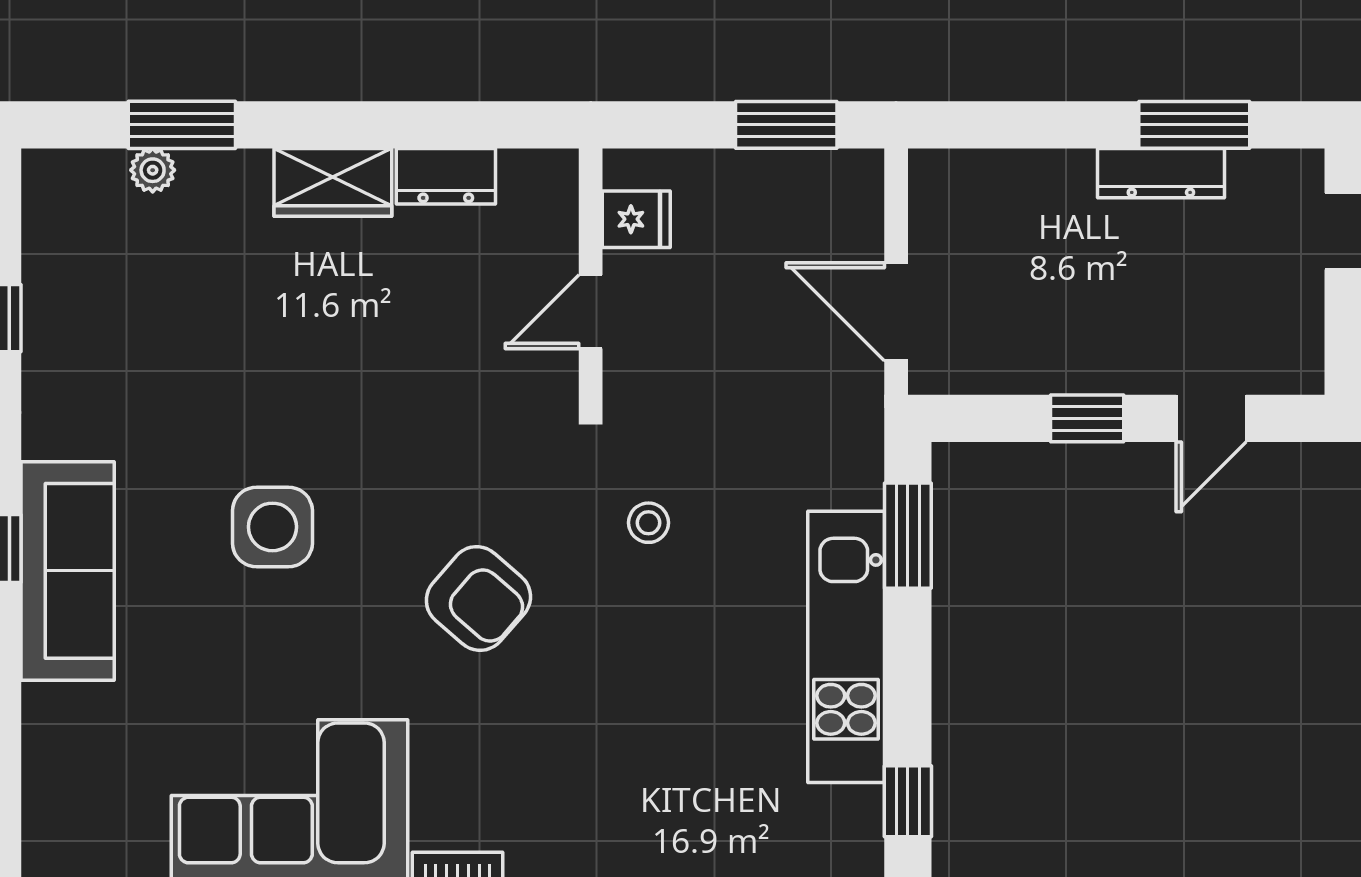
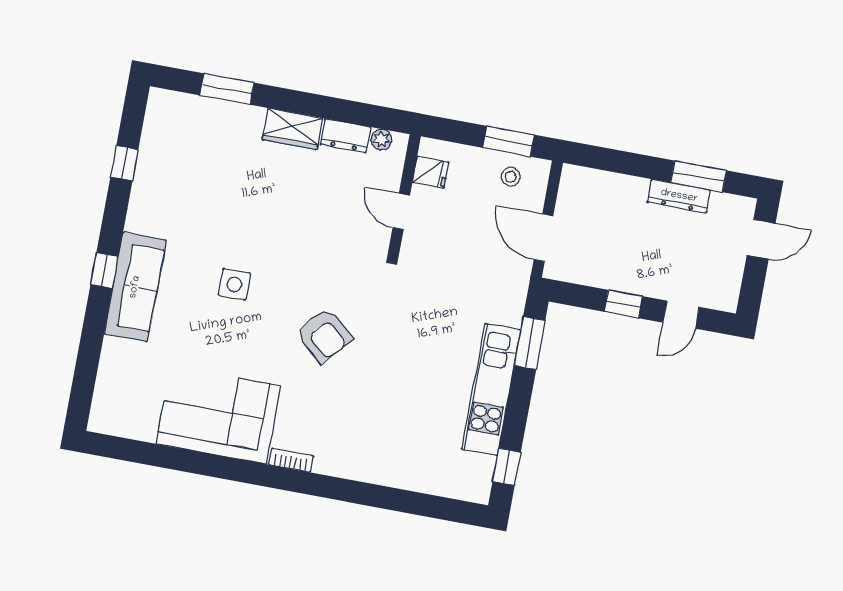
plant: (153, 170) -> (381, 140), moved
door: (591, 312) -> (401, 211), hinge flipped
stool: (648, 523) -> (511, 177), moved
side table: (272, 527) -> (234, 284), width x0.73, depth x0.73

